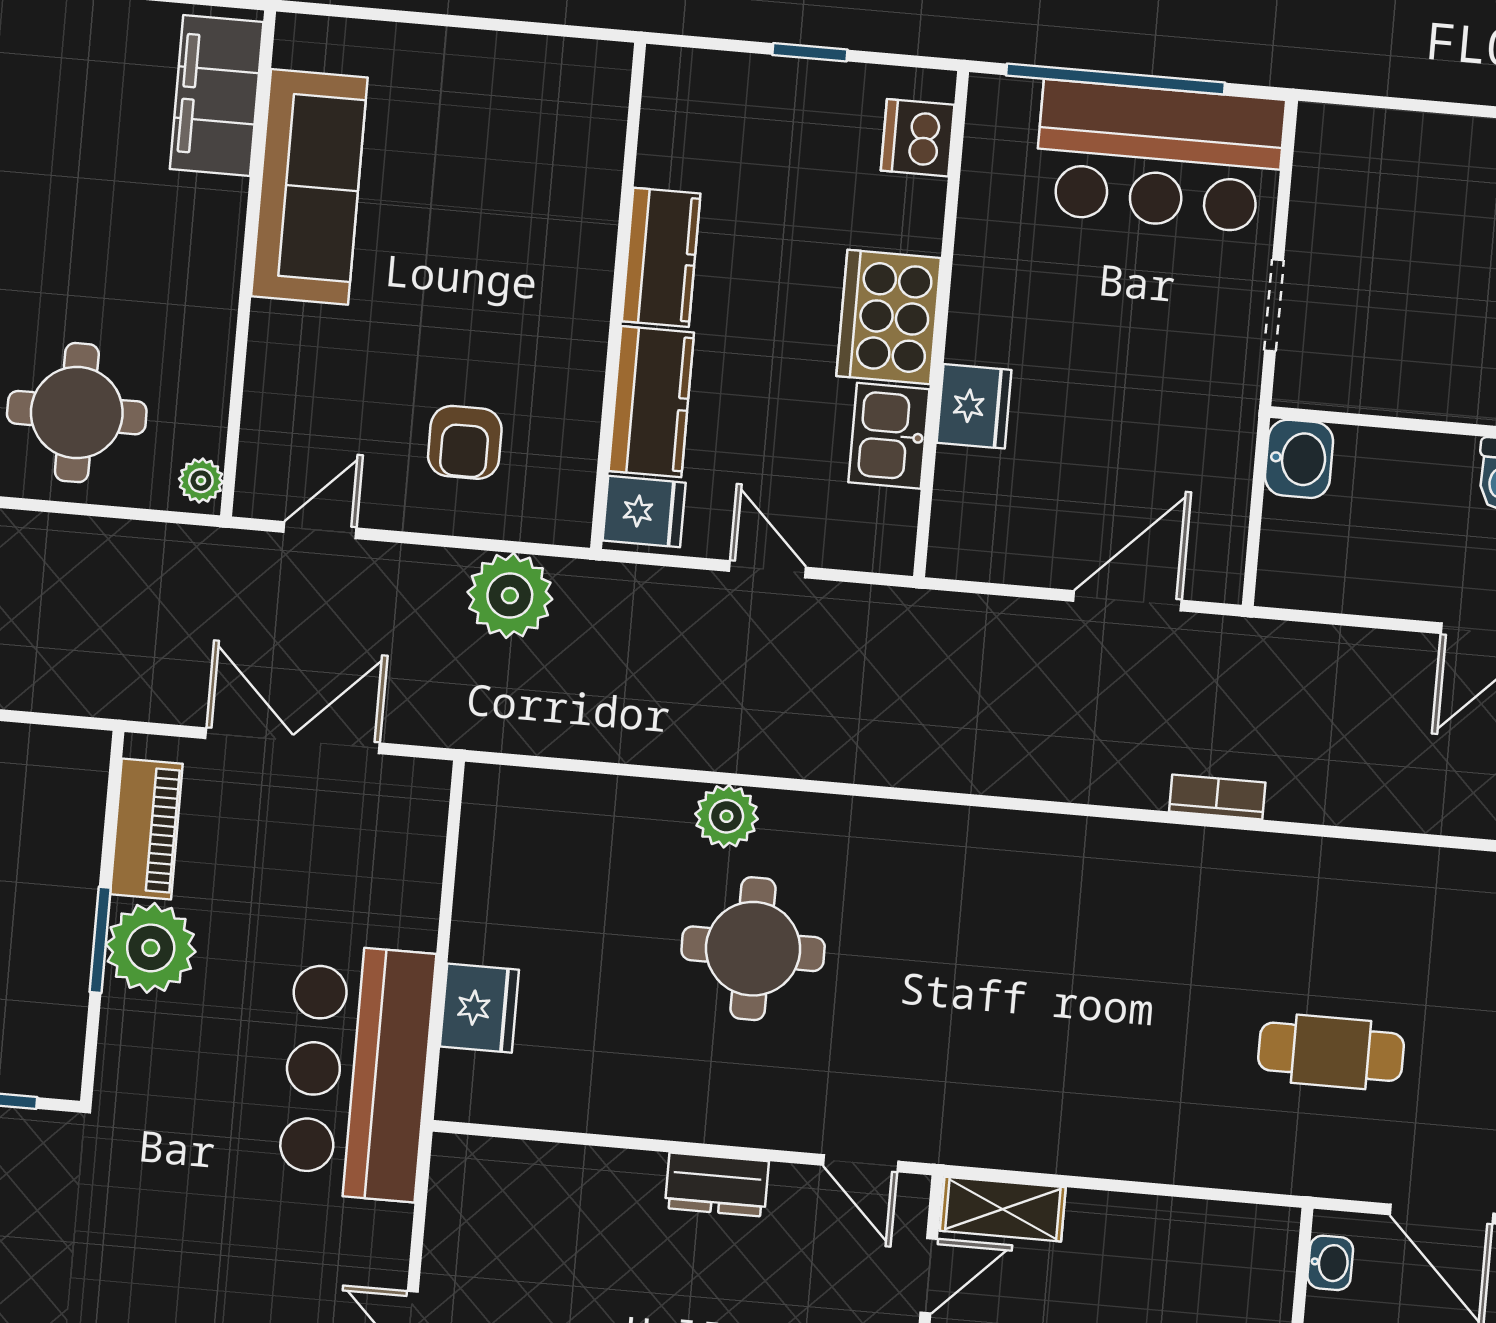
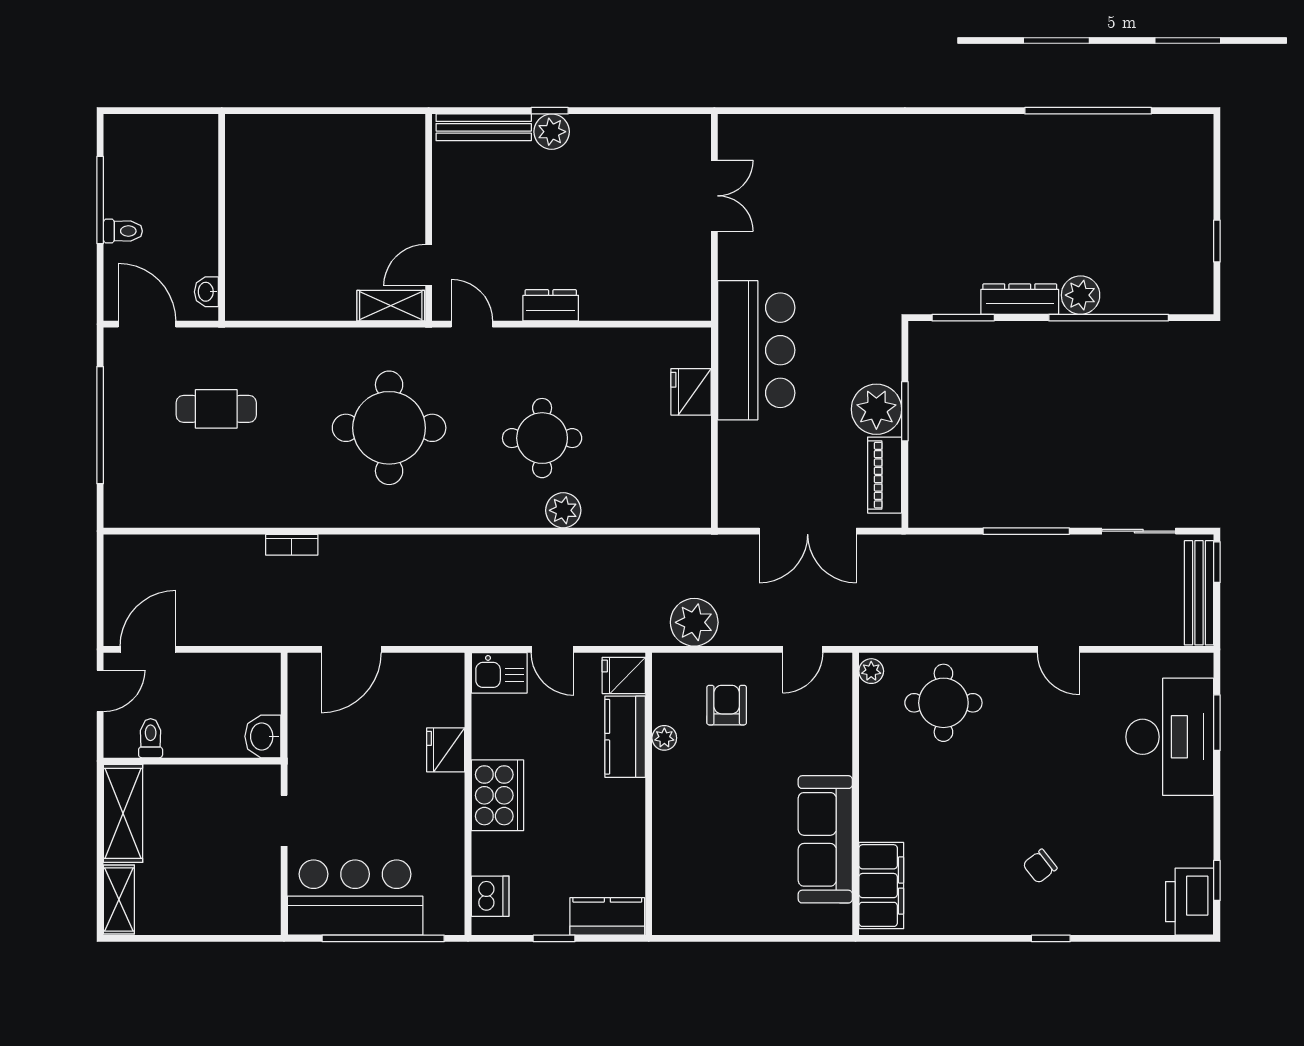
kitchen counter: (661, 257) -> (607, 916), moved, turned 90
plant: (581, 394) -> (664, 738), added
kitchen sink: (889, 436) -> (499, 673), moved, turned 90
round table: (1025, 991) -> (389, 428), added

